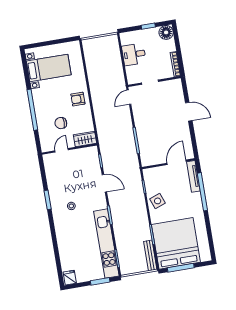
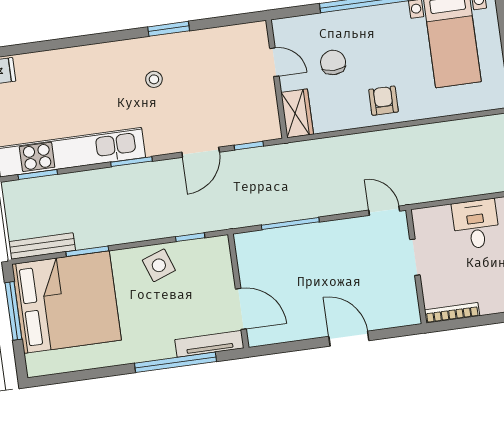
door: (189, 112) -> (349, 339), swing flipped

